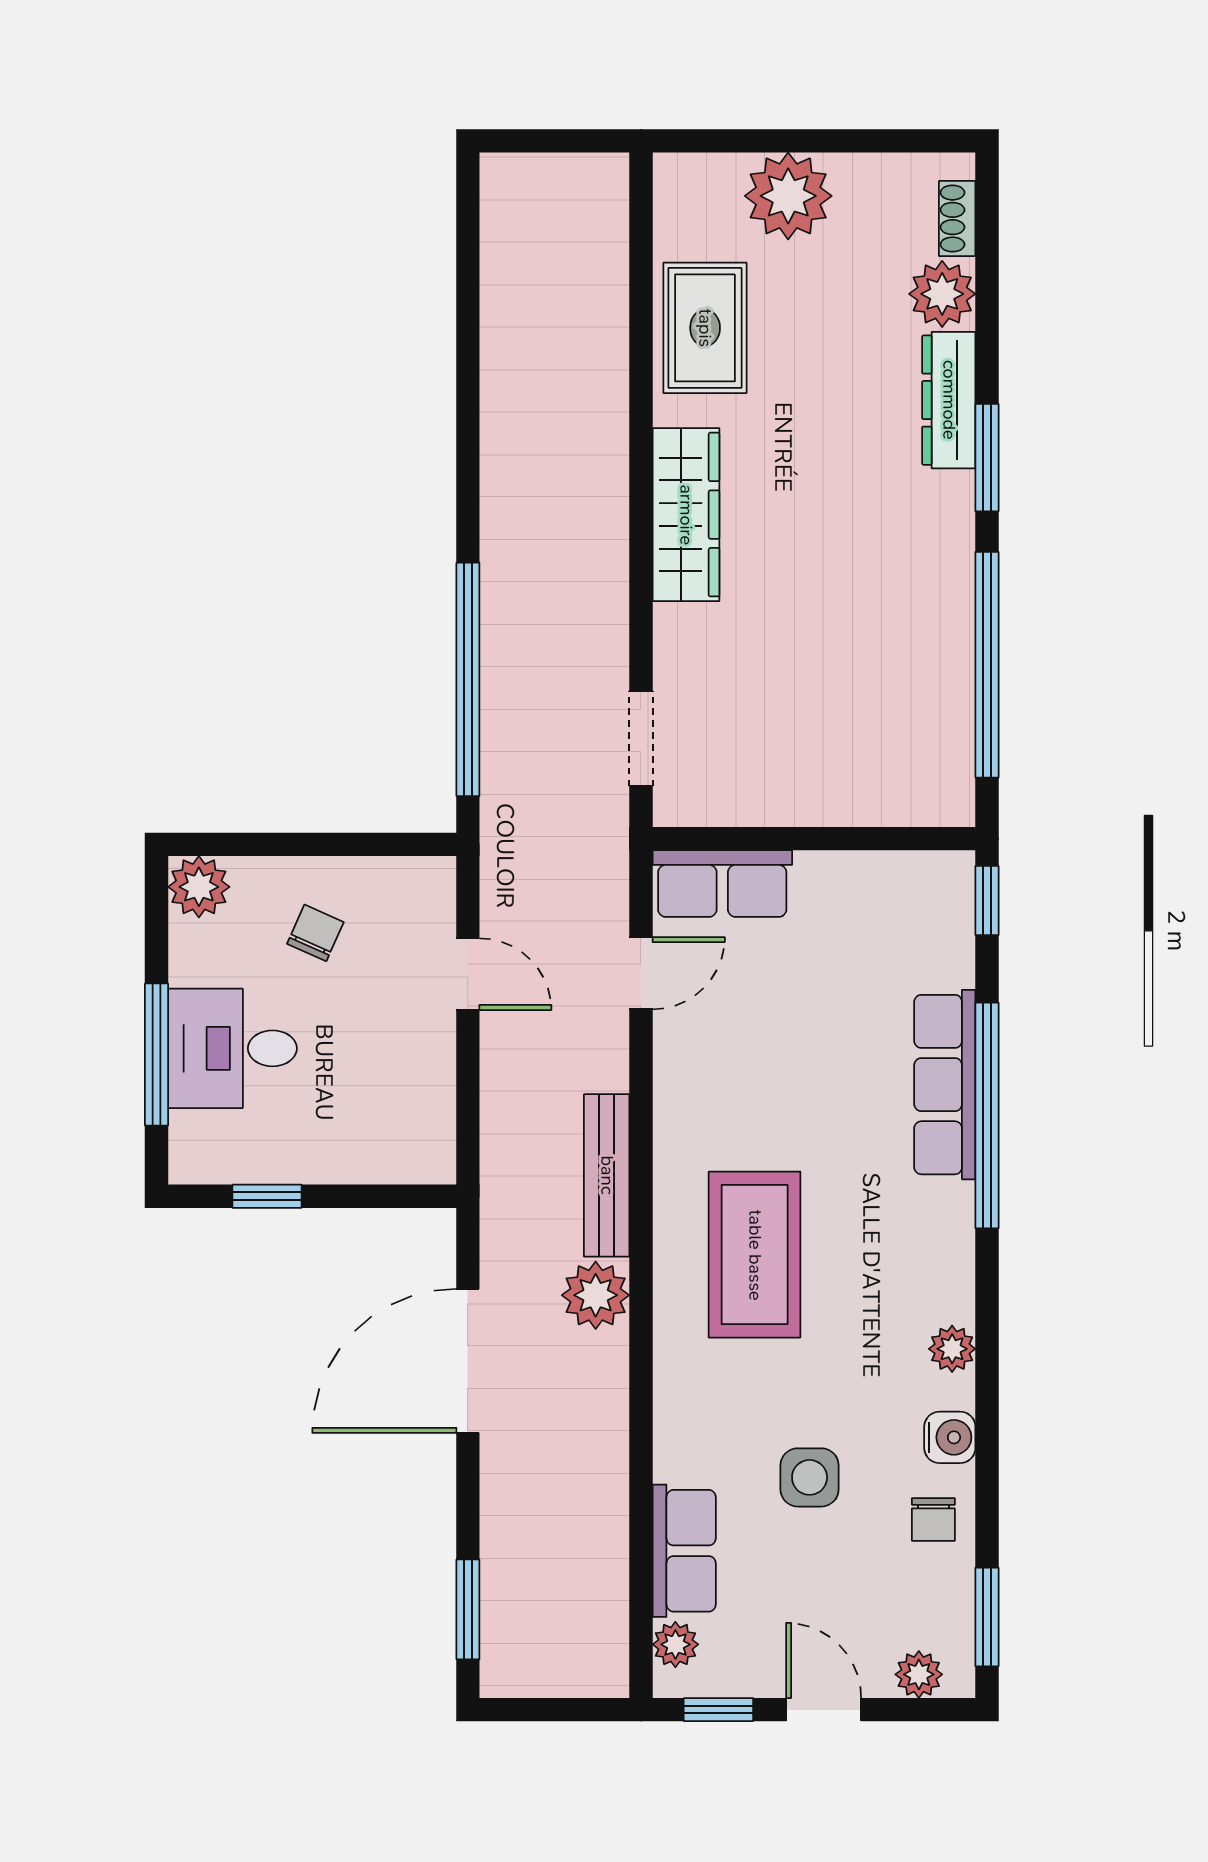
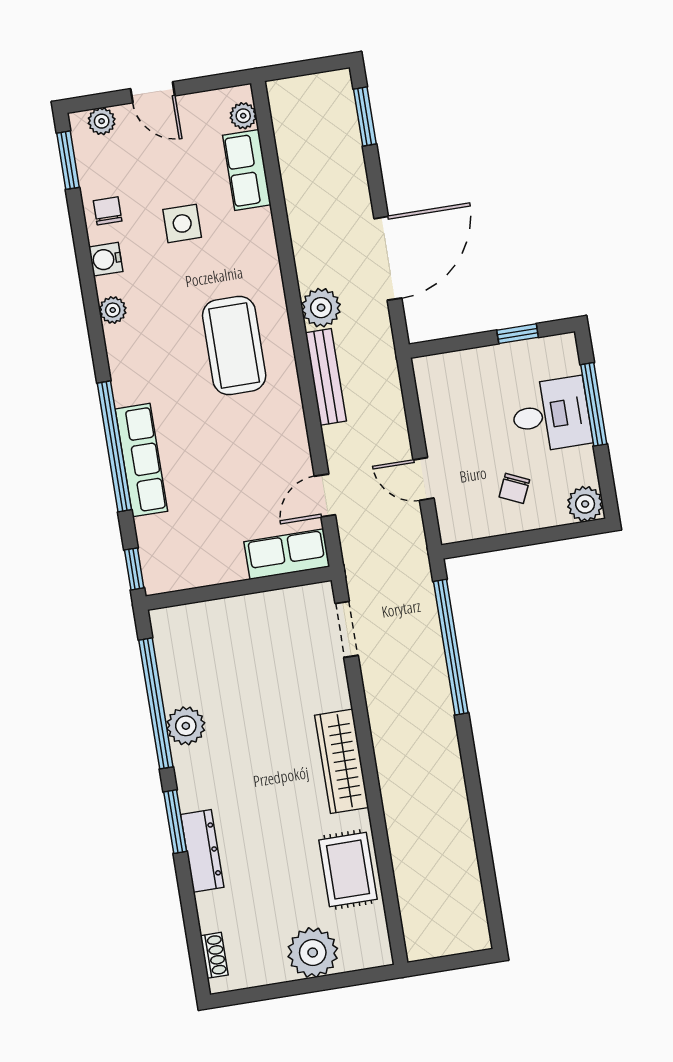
plant: (942, 294) -> (186, 726), moved
window: (718, 1710) -> (213, 83), removed

